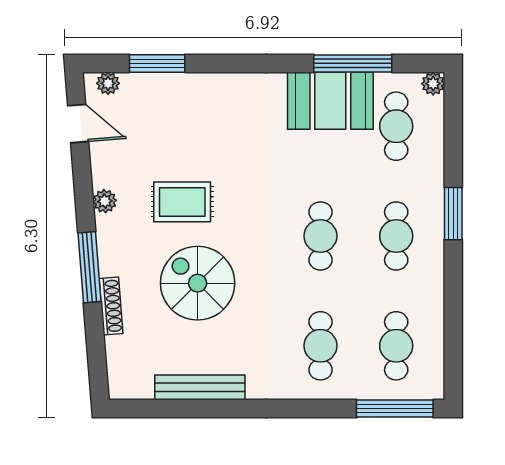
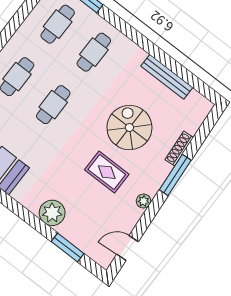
plant: (108, 83) -> (52, 213), moved, width x1.88, depth x1.88
door: (78, 124) -> (128, 248), hinge flipped
spiral stairs: (198, 283) -> (129, 128), turned 180

